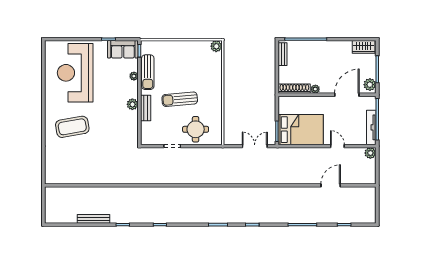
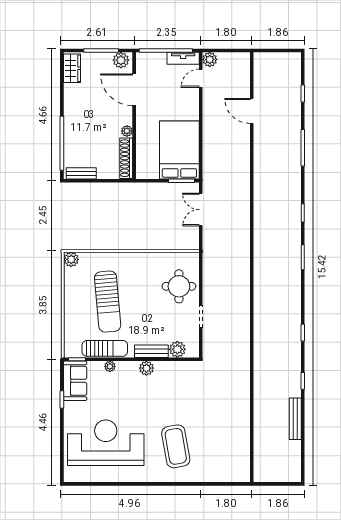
reception desk: (75, 73) -> (106, 443), turned 180
sun lounger: (180, 99) -> (108, 302), moved, width x1.36, depth x1.34
tv unit: (371, 127) -> (183, 58), width x0.71
plant: (147, 128) -> (177, 349), added
door: (337, 146) -> (201, 78), moved

